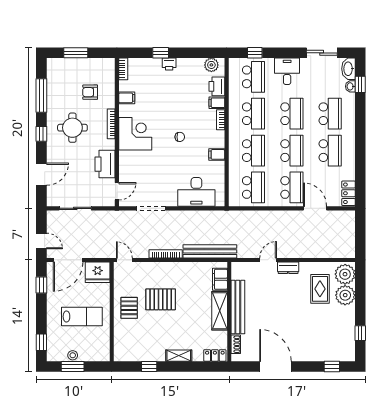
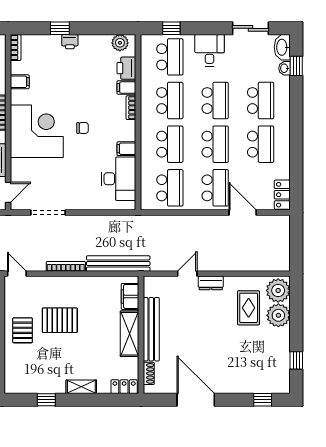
corner desk: (135, 134) -> (37, 131), width x1.36, depth x1.36
desk: (196, 192) -> (119, 179), moved, turned -90

